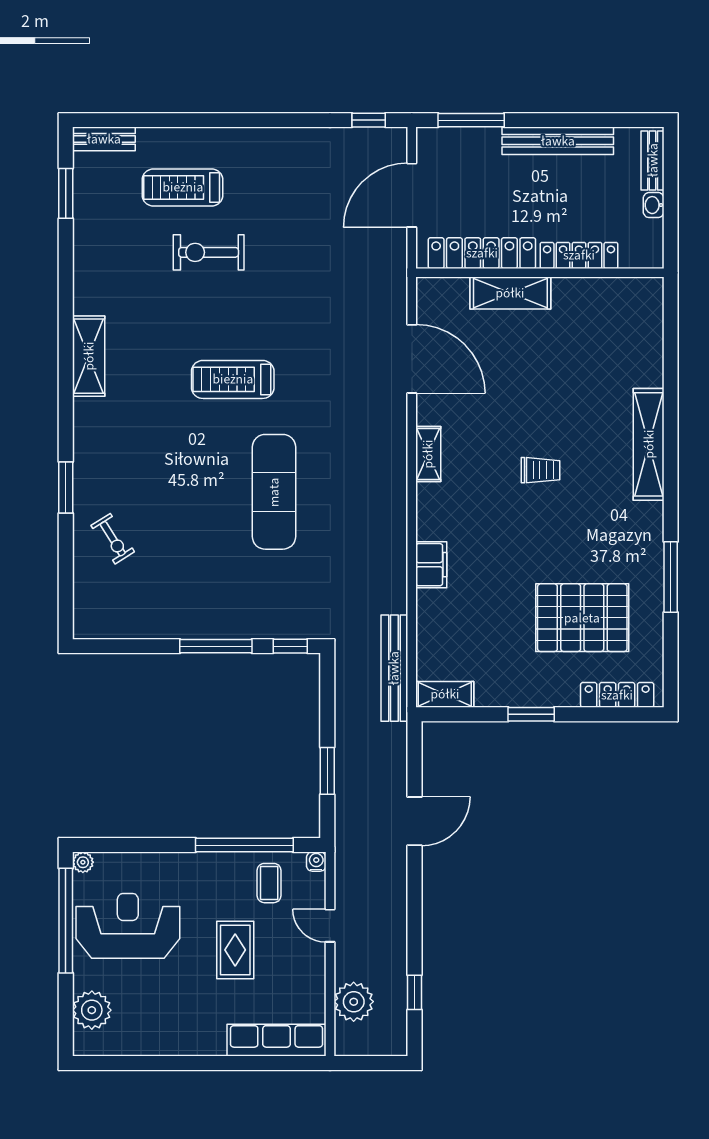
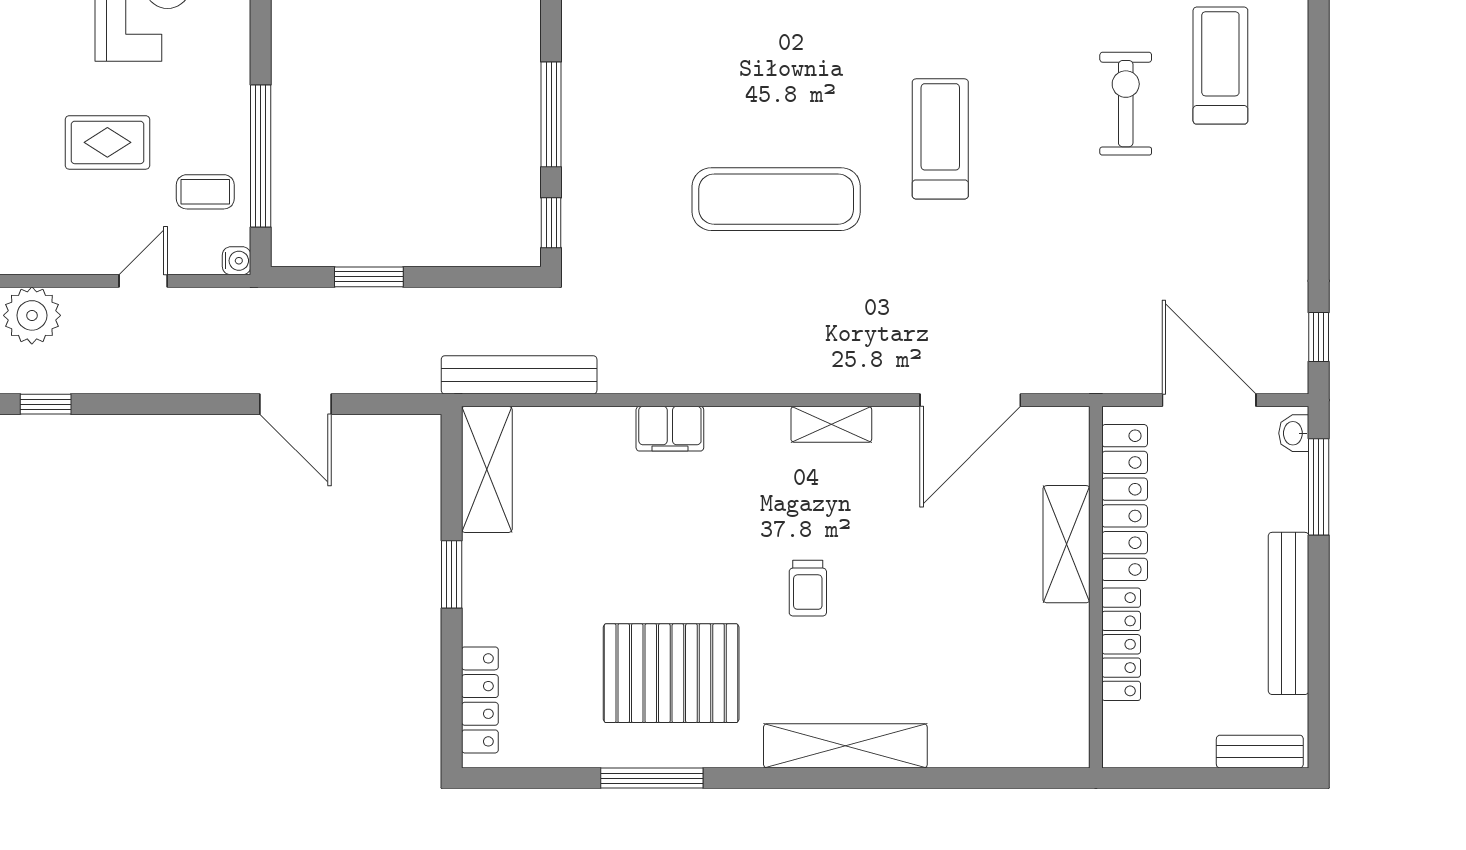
washbasin: (654, 205) -> (1294, 433), moved, turned -90
pallet: (582, 618) -> (671, 673), moved, turned 90
shelving: (445, 694) -> (487, 469), width x1.50, depth x1.33

